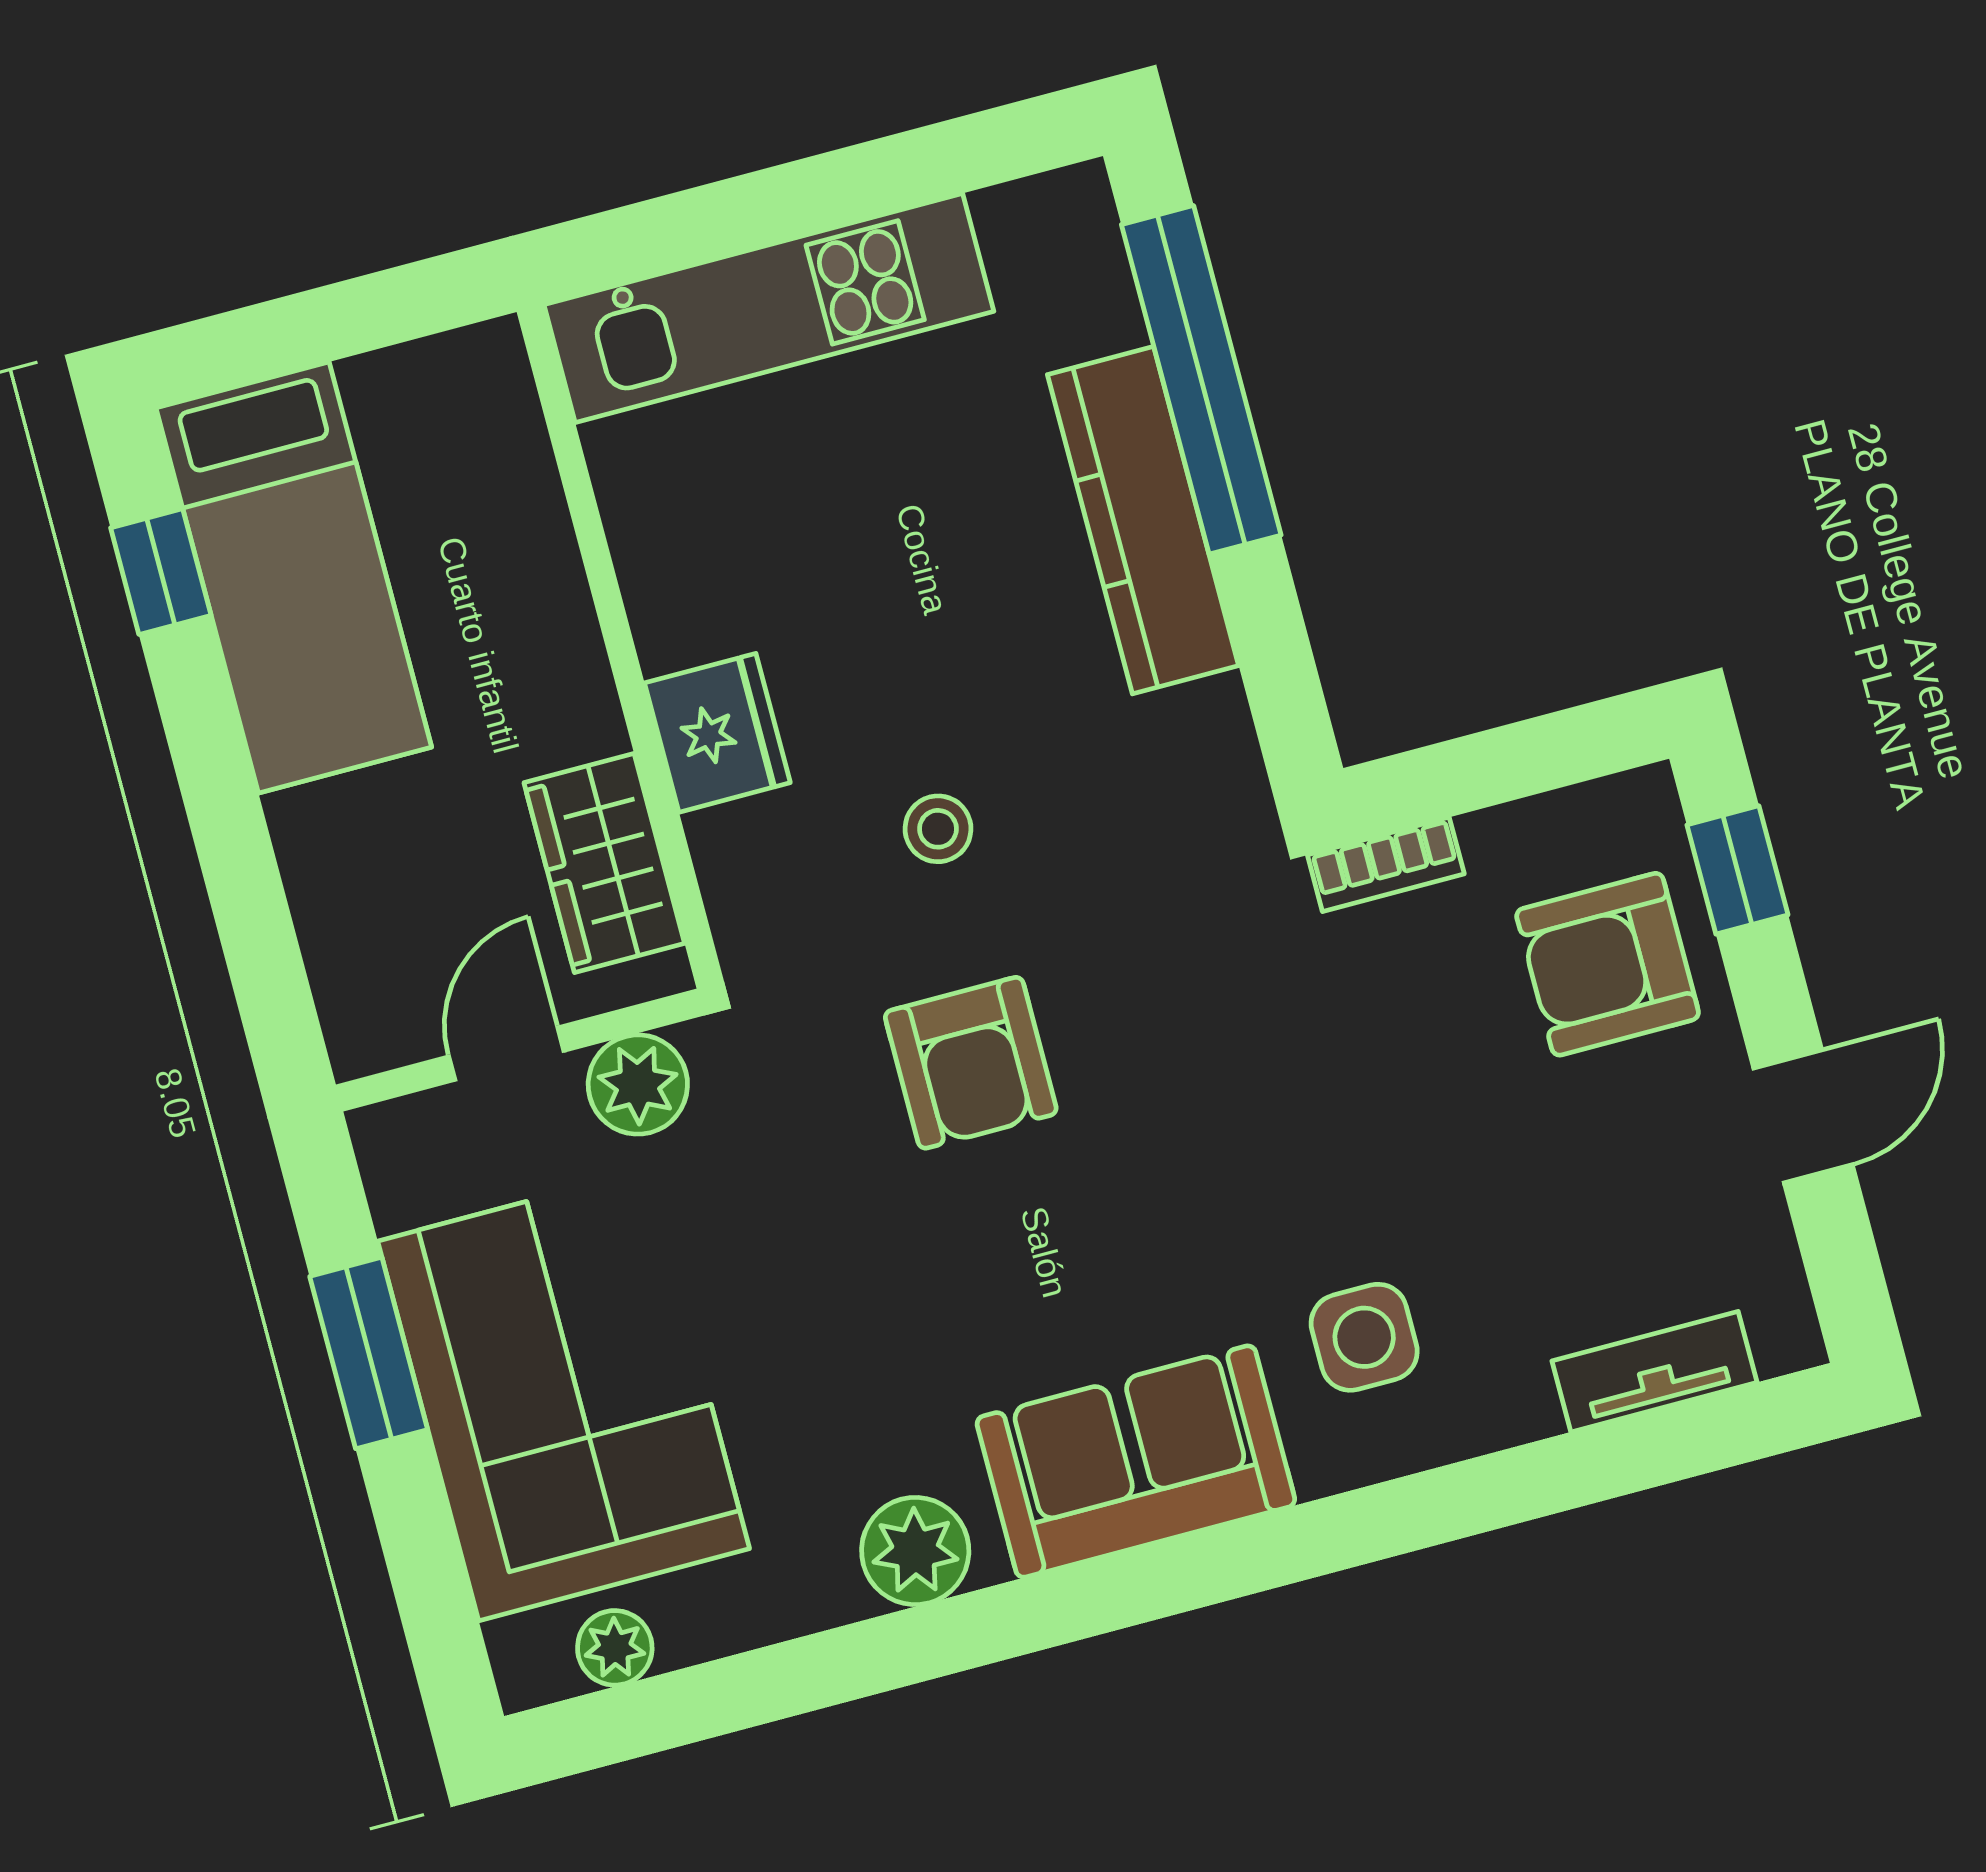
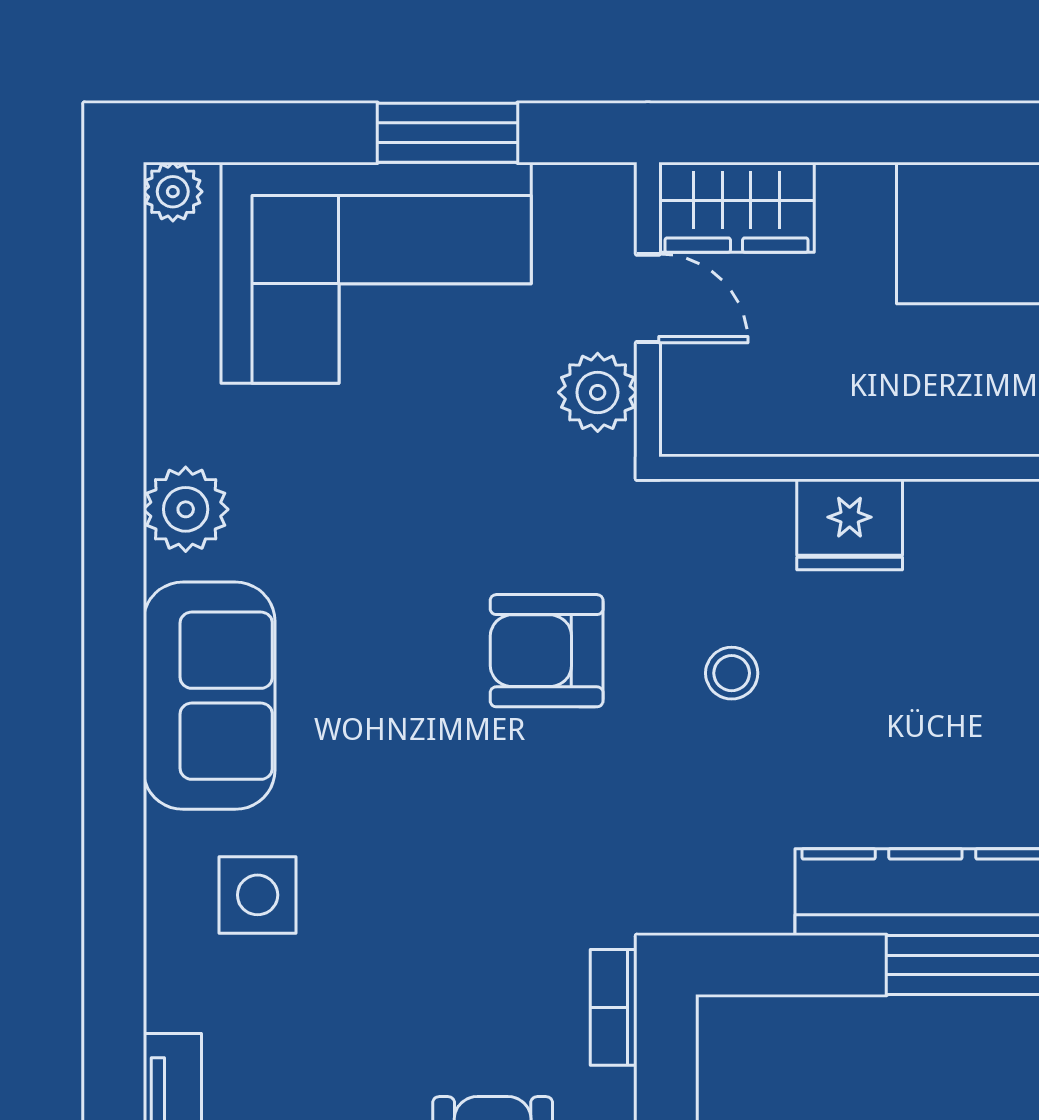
wardrobe: (604, 863) -> (736, 207), moved, turned 180
plant: (615, 1648) -> (173, 192), moved

